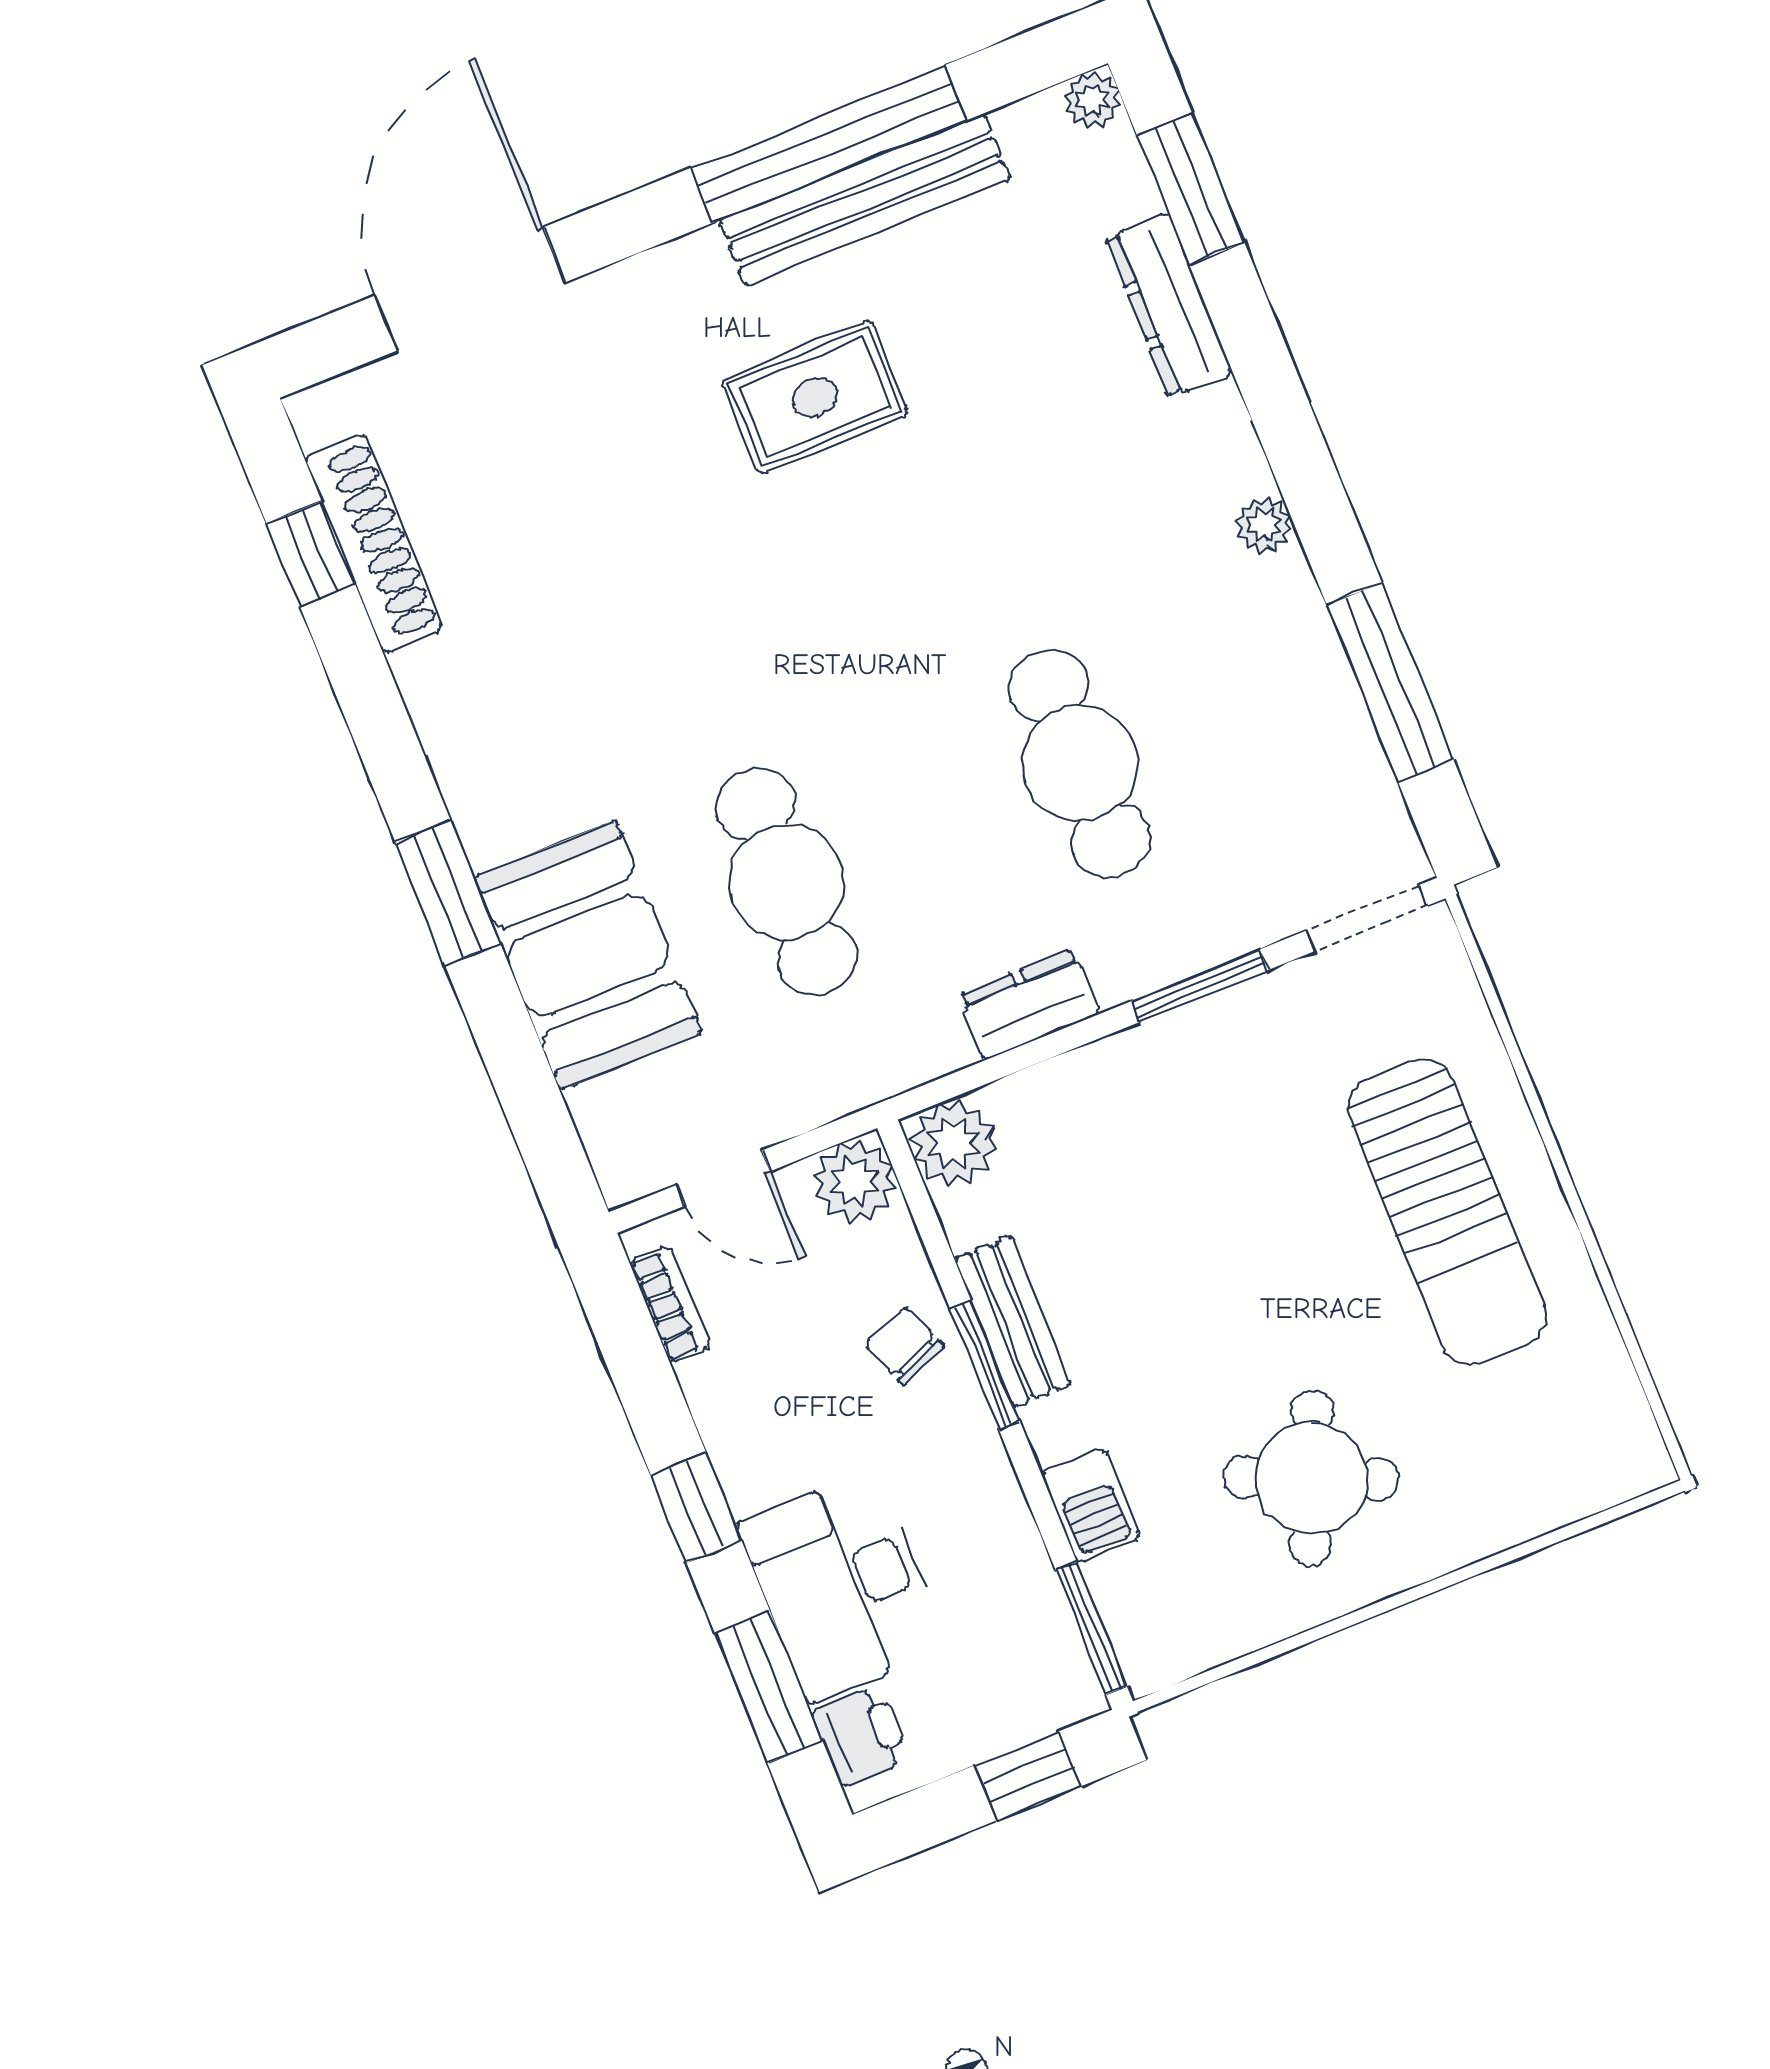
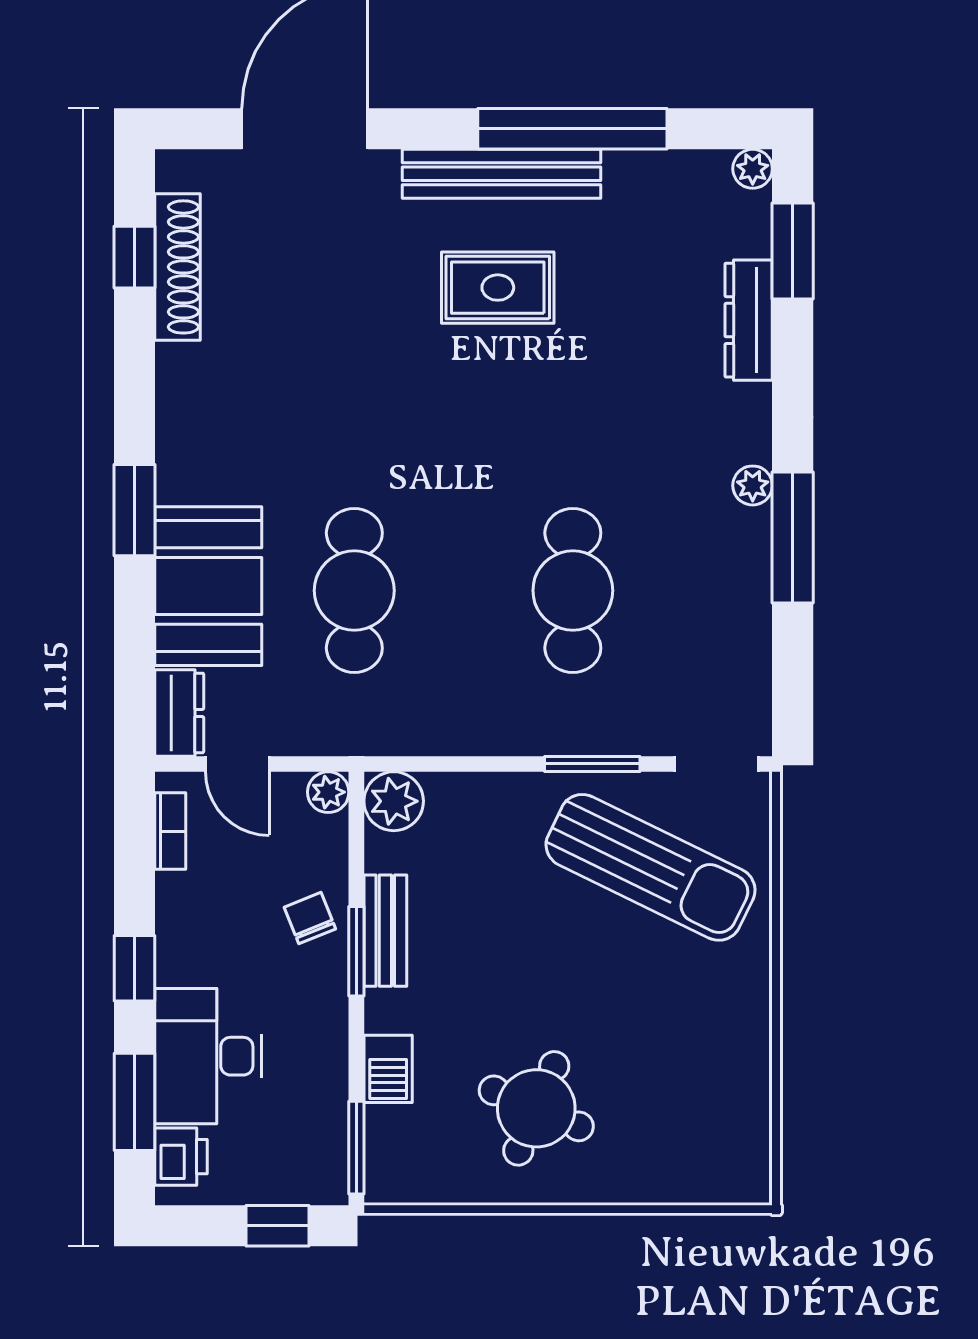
bench: (865, 200) -> (501, 174), moved
window: (1390, 682) -> (793, 537), moved
dresser: (1029, 1005) -> (179, 713), moved, turned 90
plant: (855, 1181) -> (328, 792), width x0.73, depth x0.73
sun lounger: (1447, 1212) -> (651, 867), moved, turned -64

